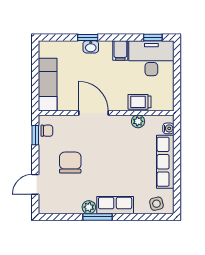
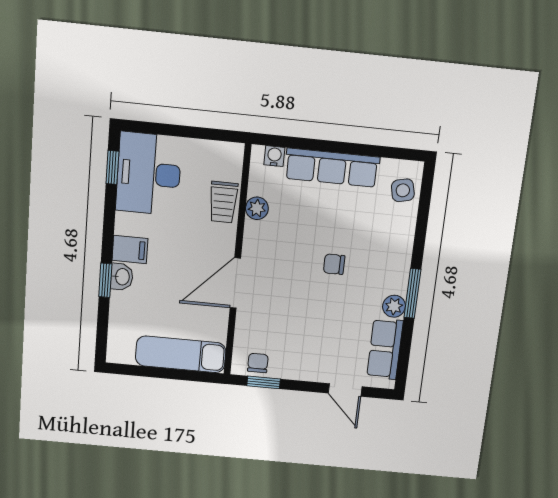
filing cabinet: (120, 50) -> (130, 250), moved
chair: (70, 163) -> (334, 264), moved, width x0.54, depth x0.54
row of seats: (115, 205) -> (385, 349), moved

